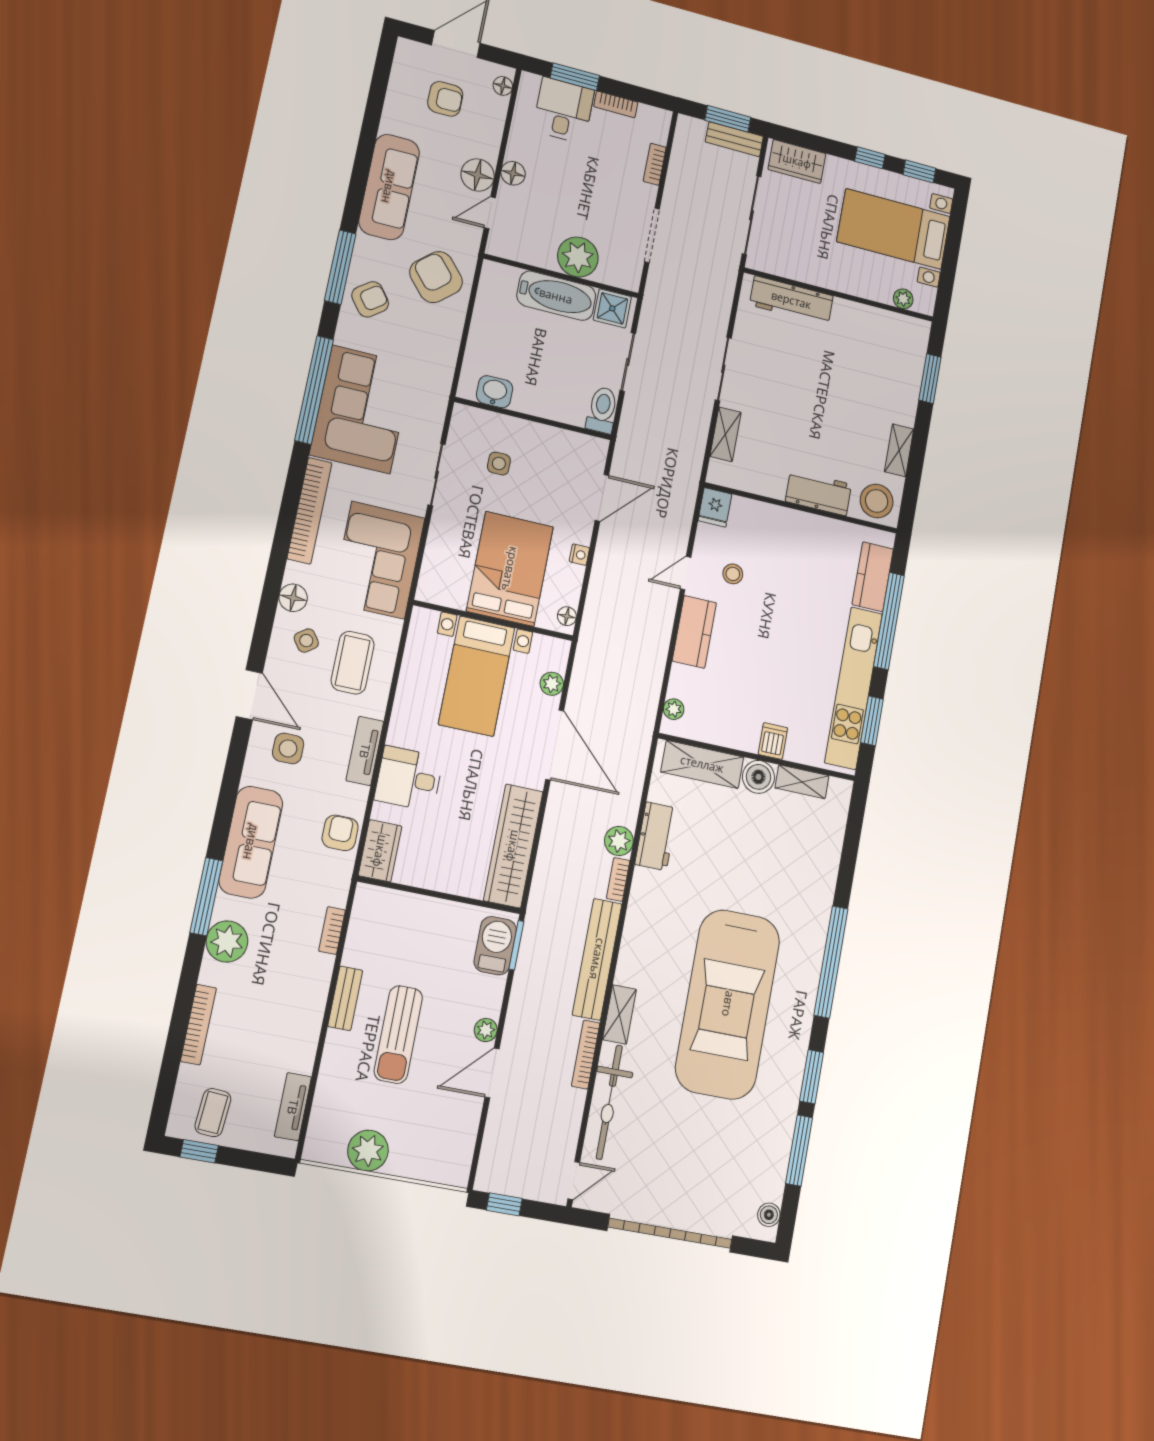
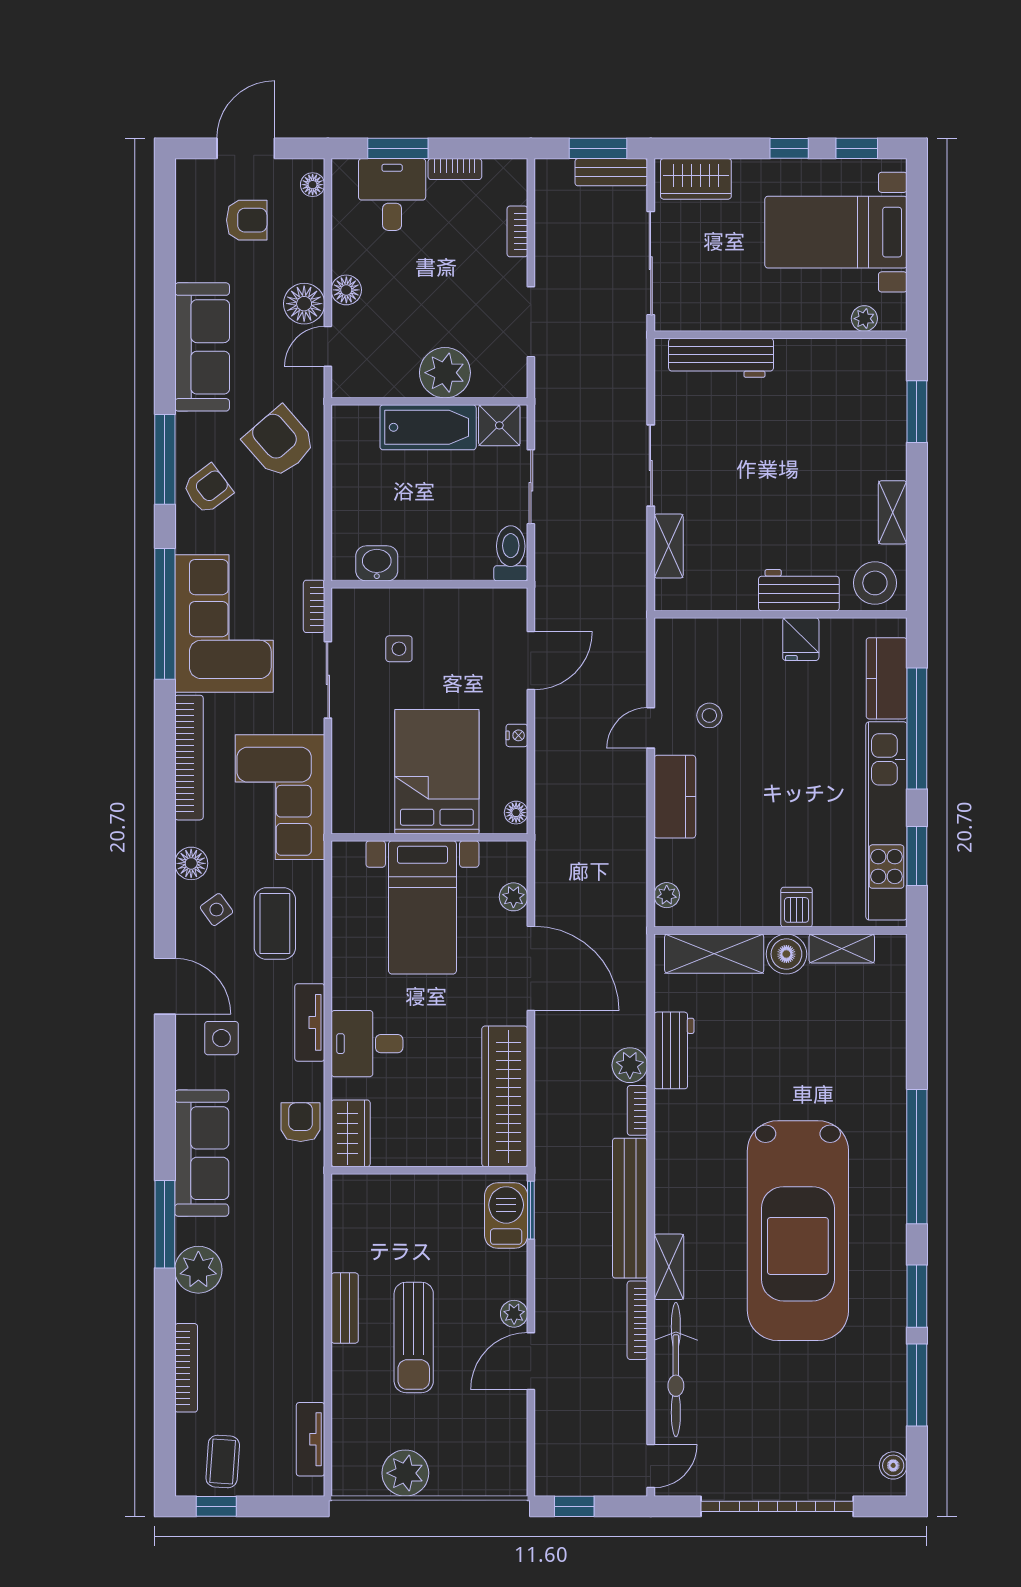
fridge: (715, 507) -> (801, 639), moved
bookcase: (332, 931) -> (314, 606), moved

